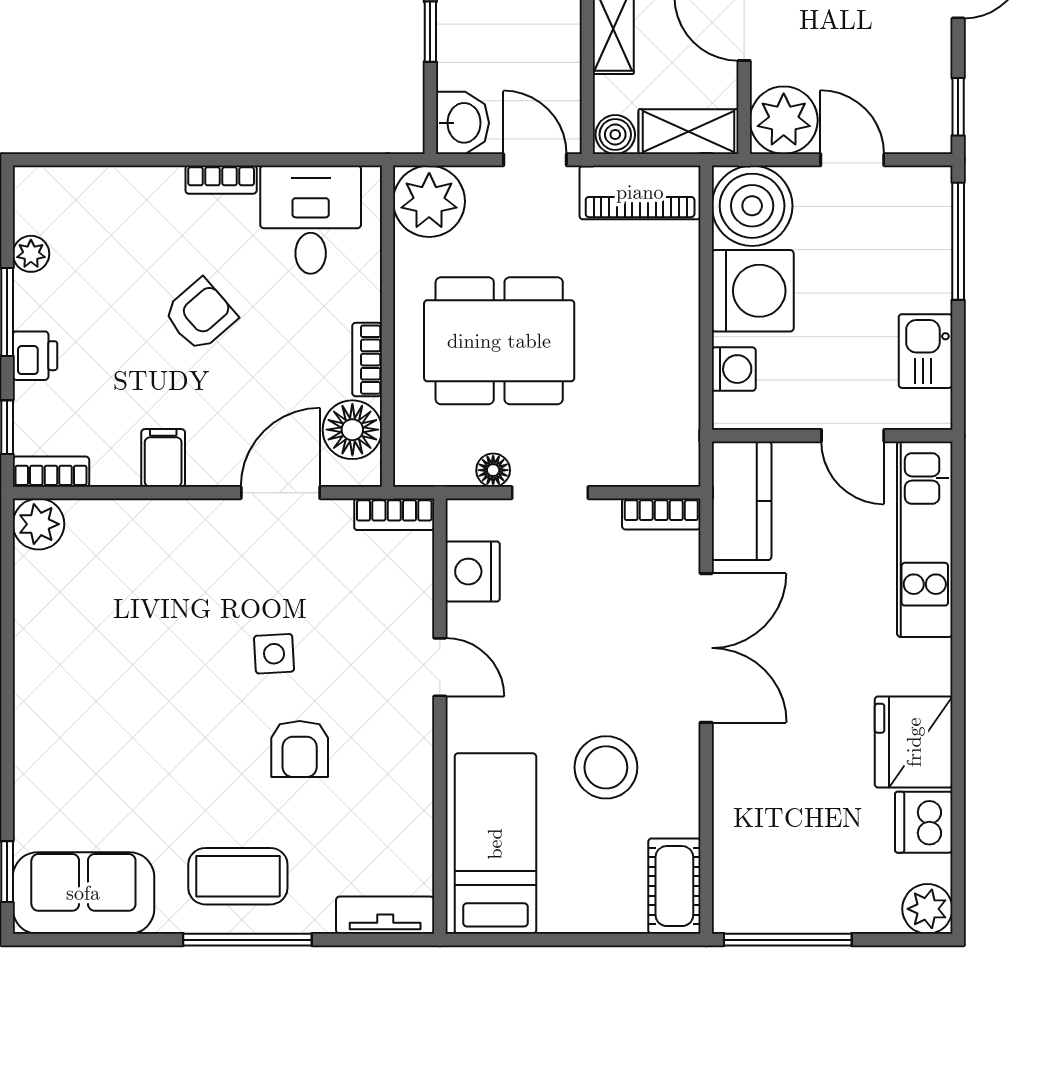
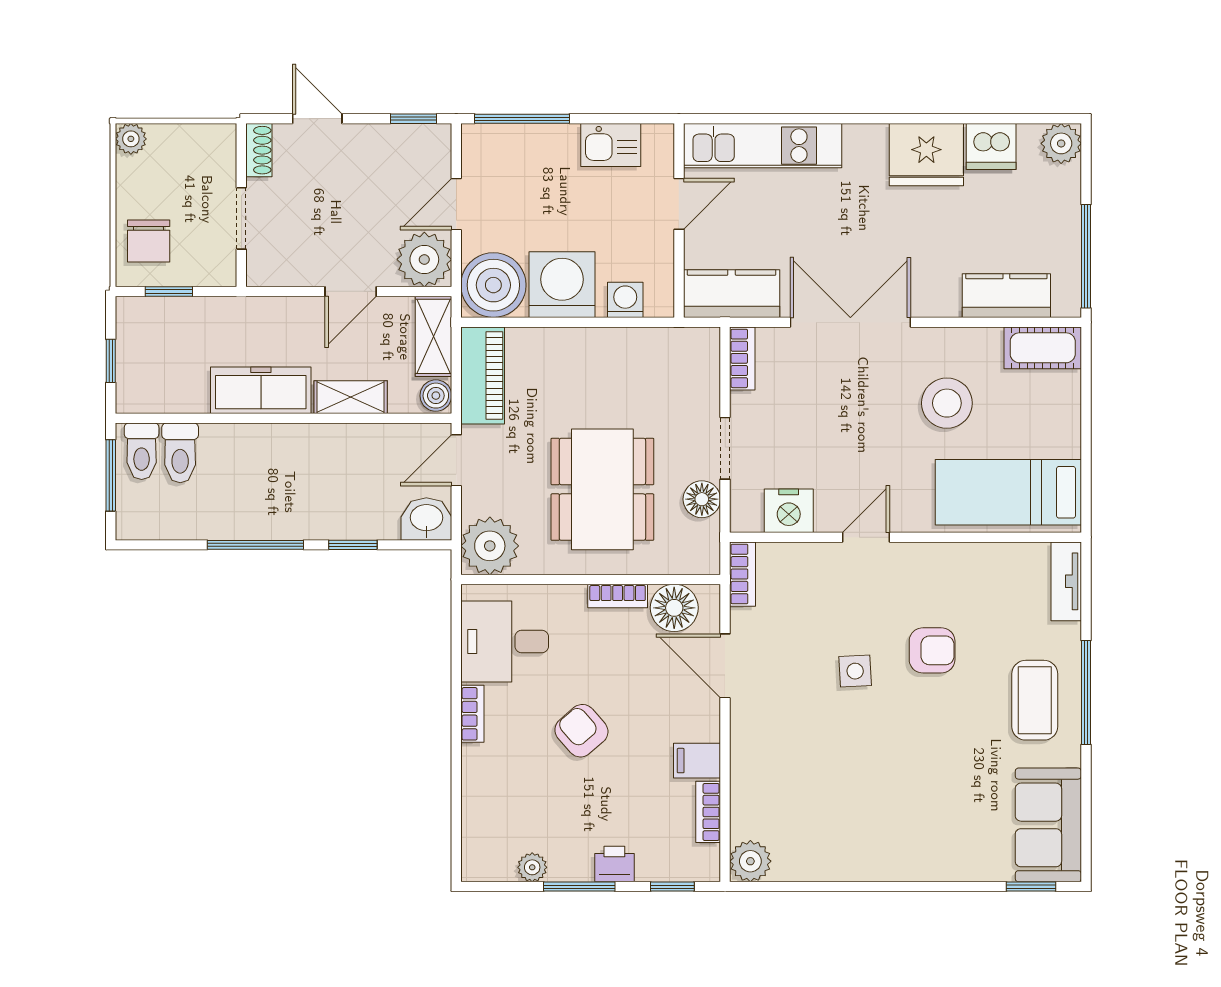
floor lamp: (493, 470) -> (702, 499), width x1.37, depth x1.37
bookcase: (51, 472) -> (708, 812), moved
kitchen counter: (739, 841) -> (1006, 296), added

